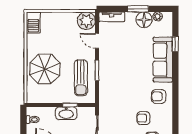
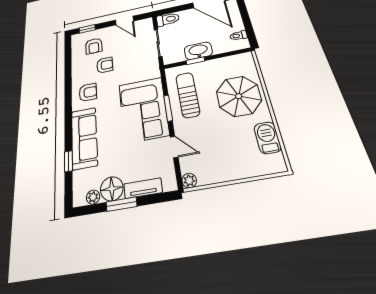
tv unit: (112, 17) -> (143, 188), moved
plant: (86, 21) -> (189, 181), width x0.53, depth x0.53
barbecue: (33, 22) -> (267, 138), moved
corner sofa: (116, 73) -> (143, 109), added

